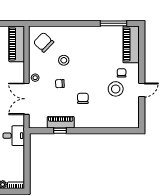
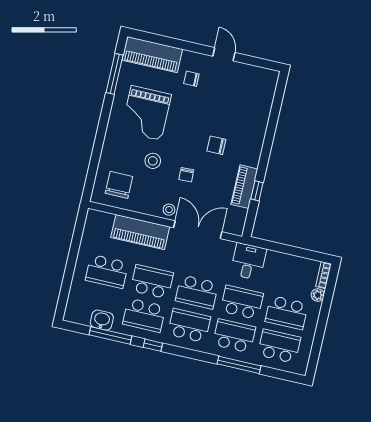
chair: (44, 42) -> (119, 185), turned 136
piano: (17, 44) -> (140, 232), moved
grand piano: (93, 49) -> (146, 113), added
stool: (116, 89) -> (213, 93), removed
double door: (27, 99) -> (198, 230), swing flipped

